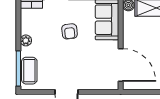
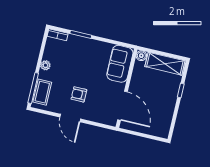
armchair: (70, 31) -> (79, 94), moved, turned 96

